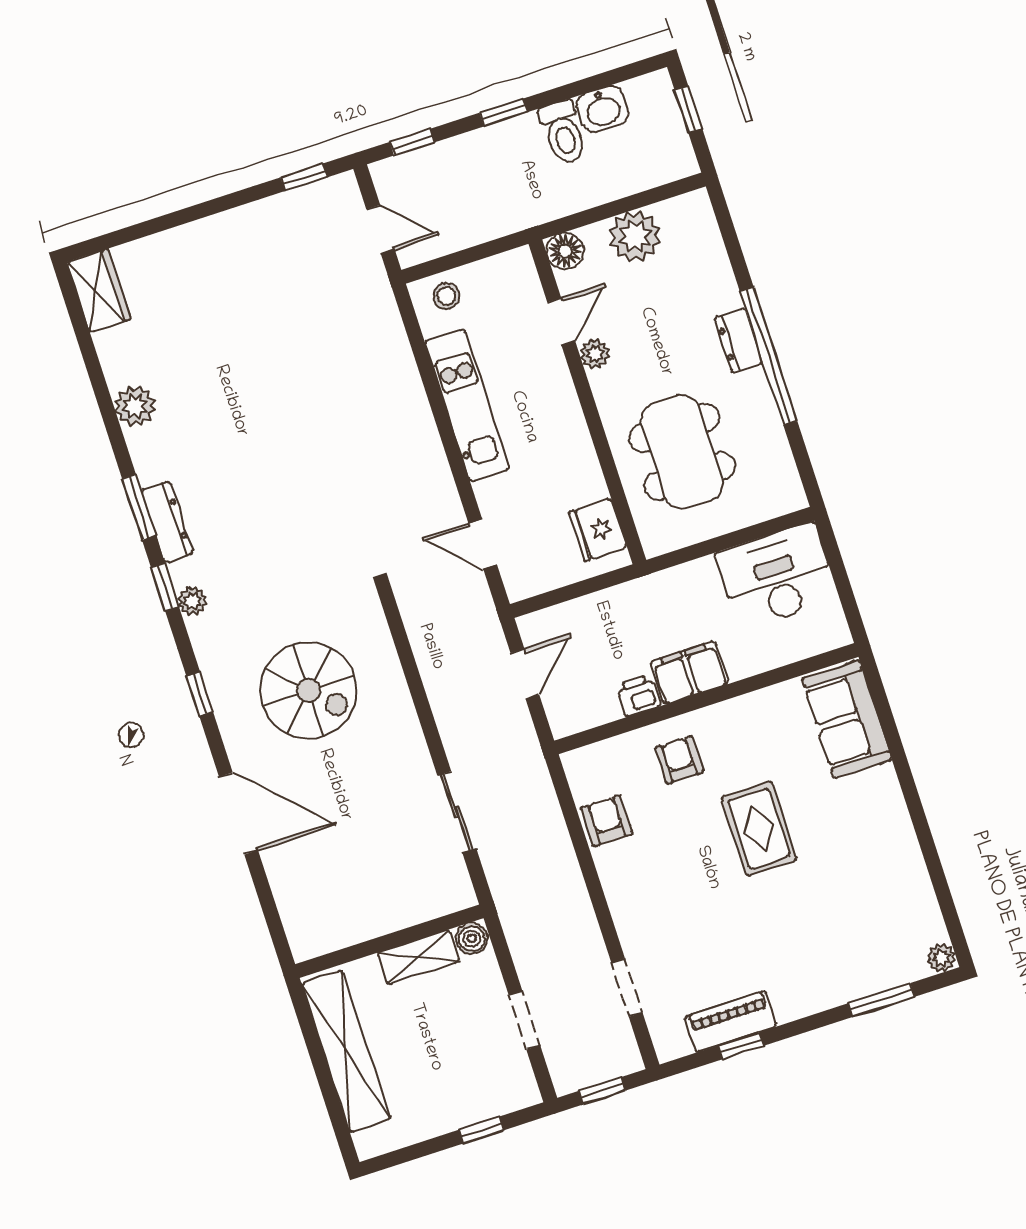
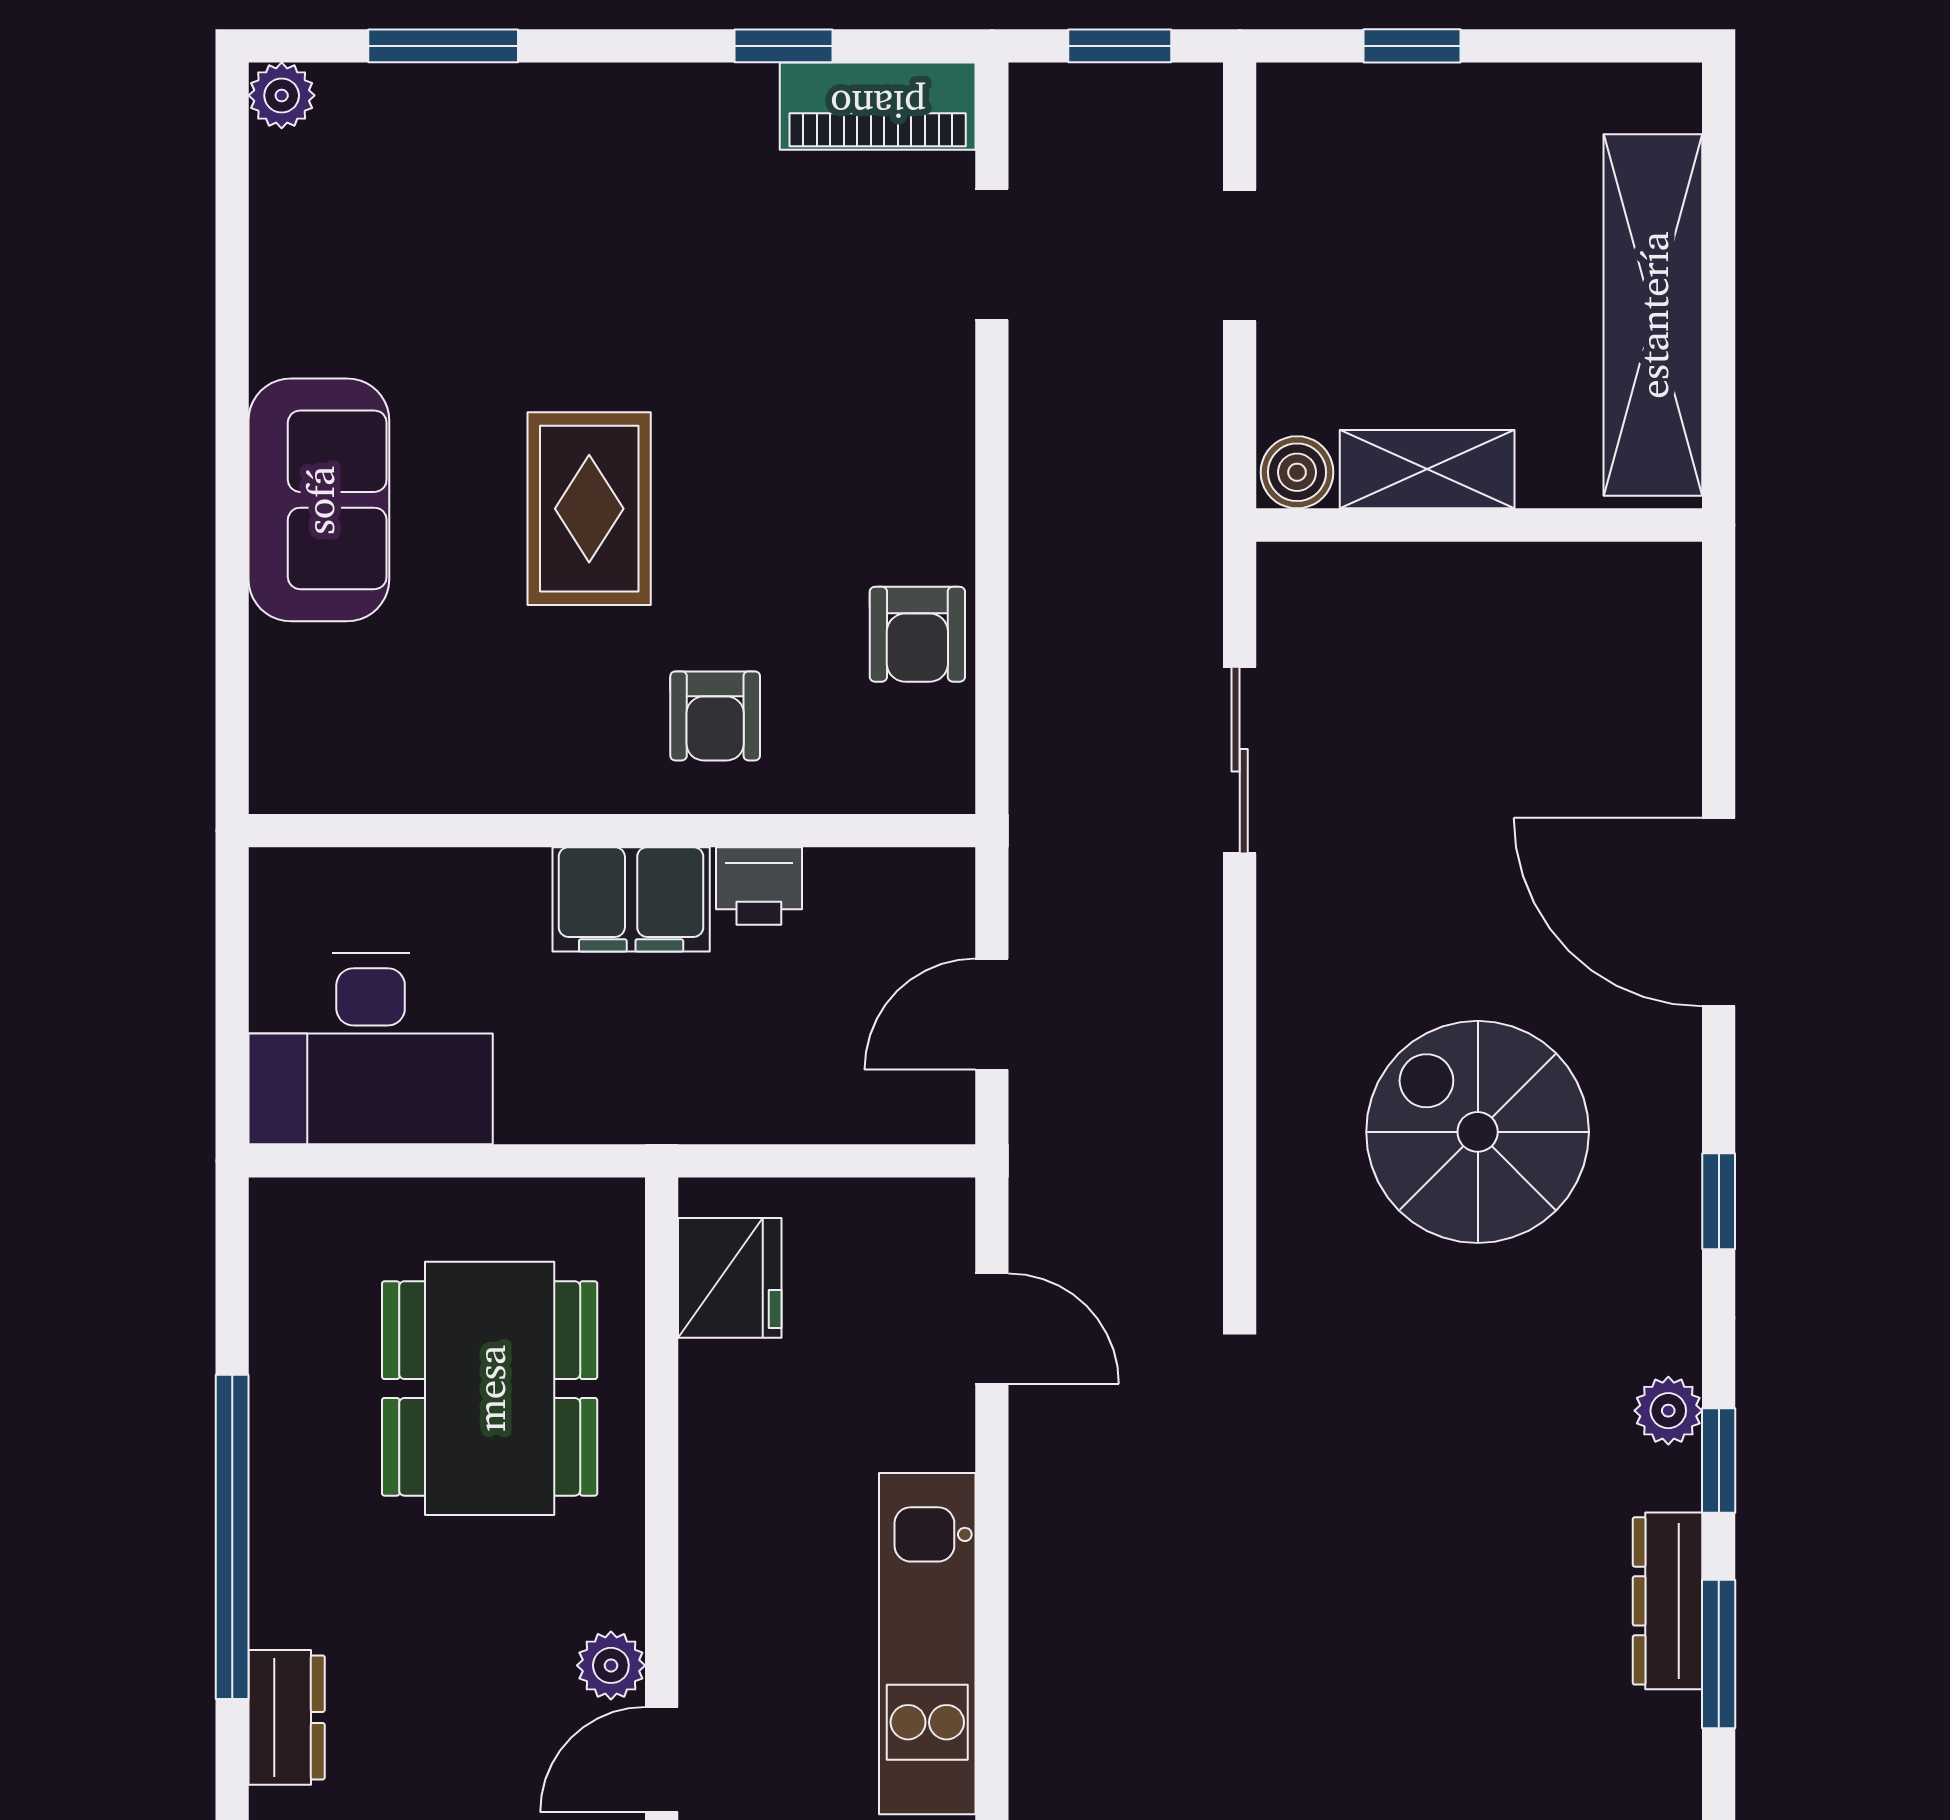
dresser: (739, 340) -> (287, 1717), moved
sofa: (847, 719) -> (319, 500), moved
piano: (731, 1021) -> (878, 106), moved

